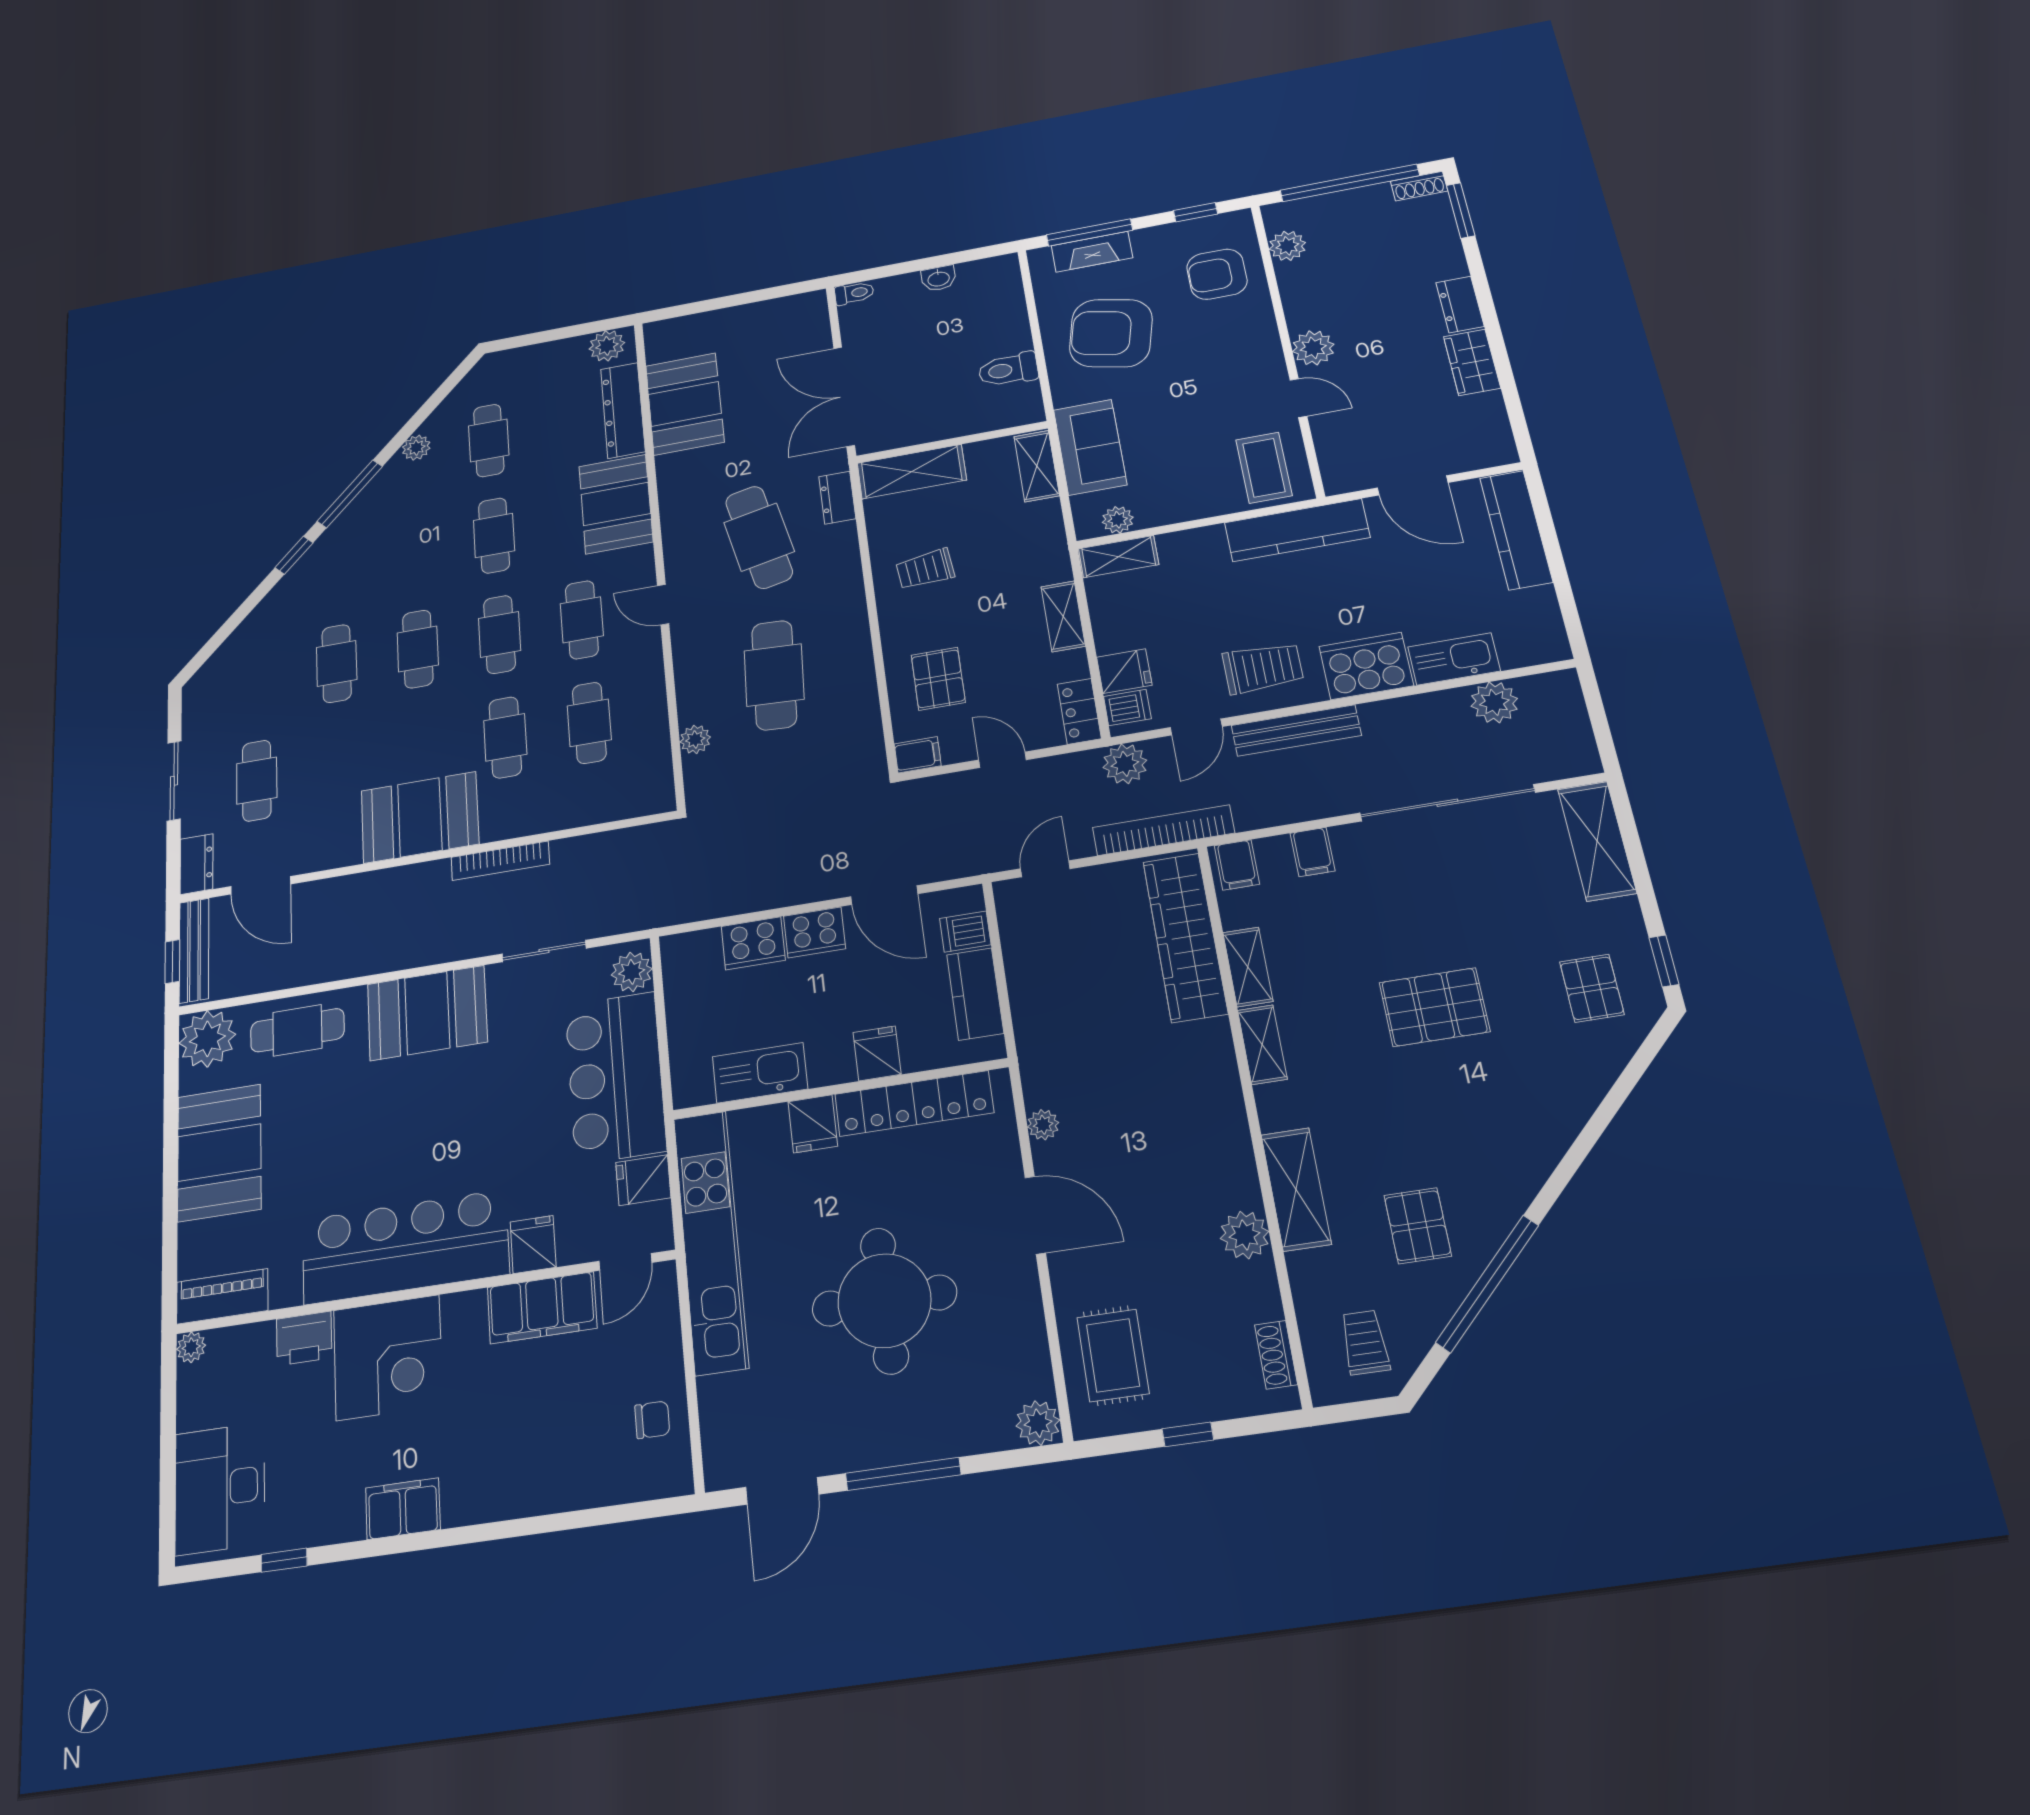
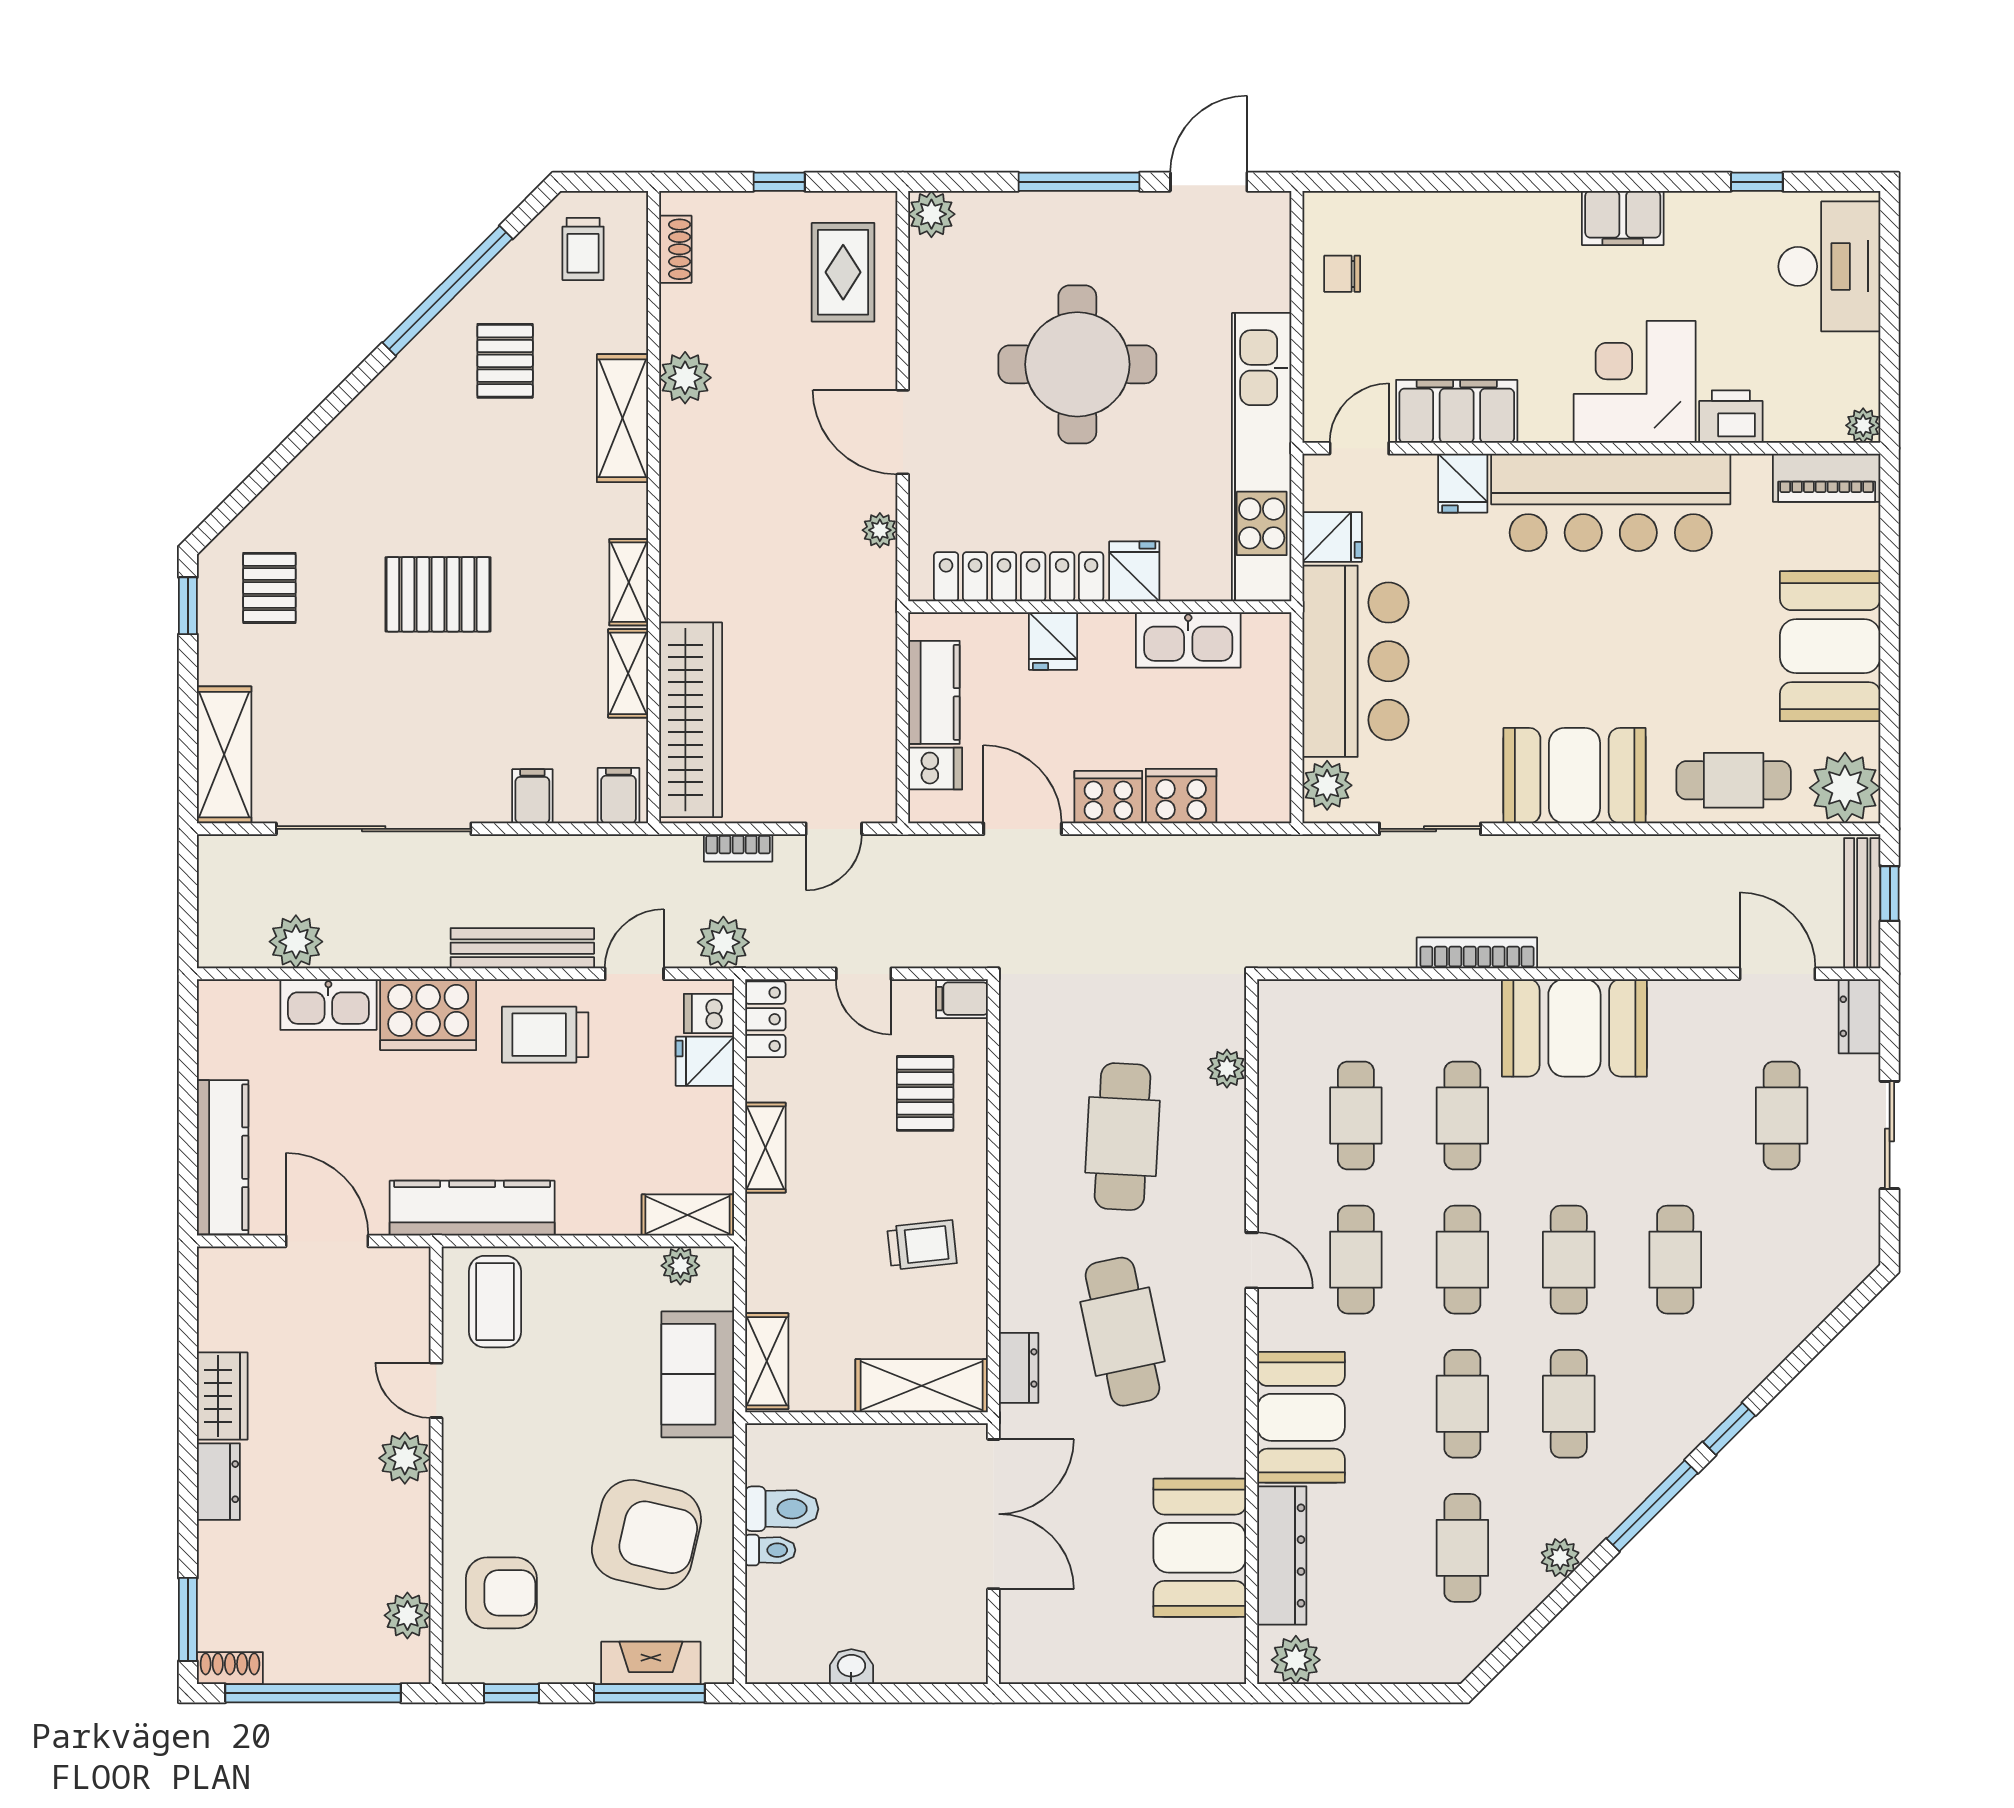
toilet: (854, 293) -> (770, 1550), moved, turned 180
cafe table: (414, 550) -> (1569, 1404), added
bookcase: (1163, 830) -> (738, 848), width x0.43, depth x0.76

